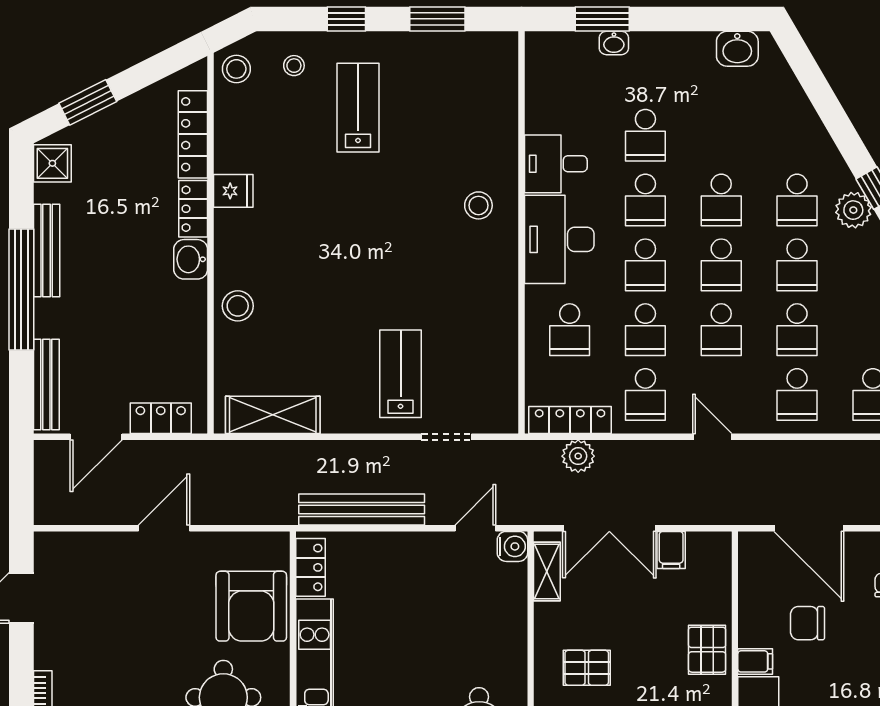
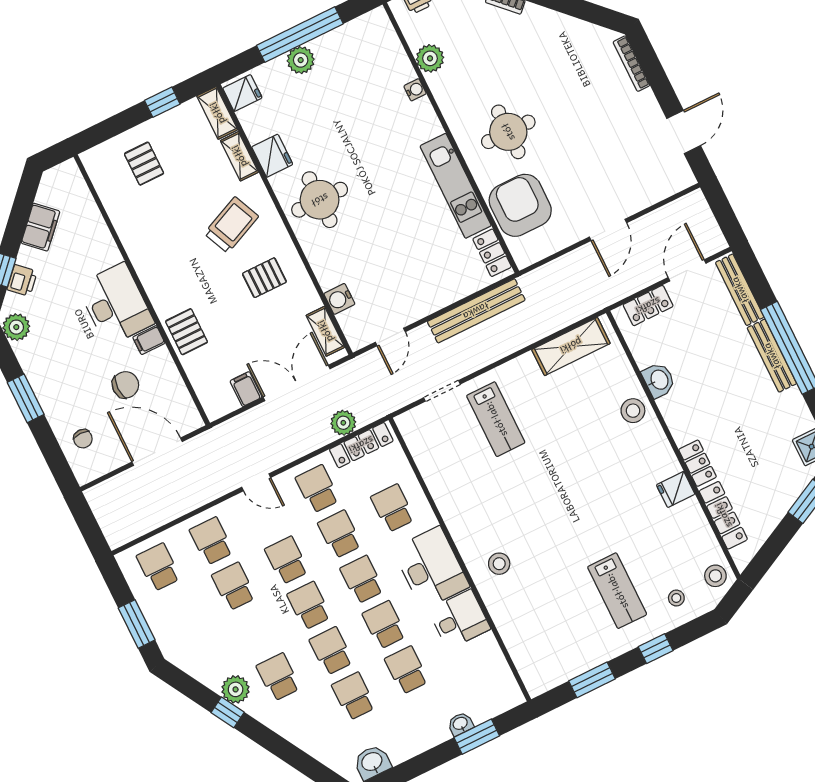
bench: (47, 251) -> (772, 356), moved
washbasin: (191, 259) -> (659, 380), moved
school desk: (797, 265) -> (354, 696), moved
water cooler: (512, 546) -> (339, 299), moved

